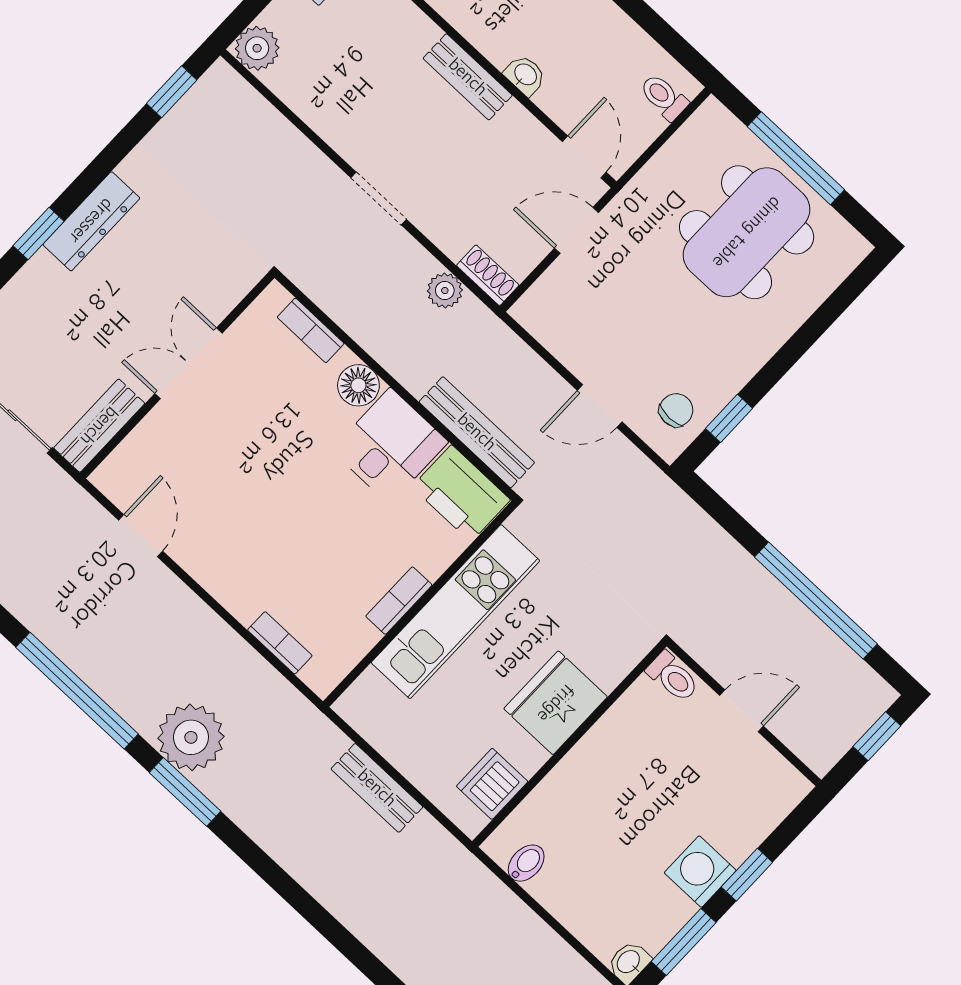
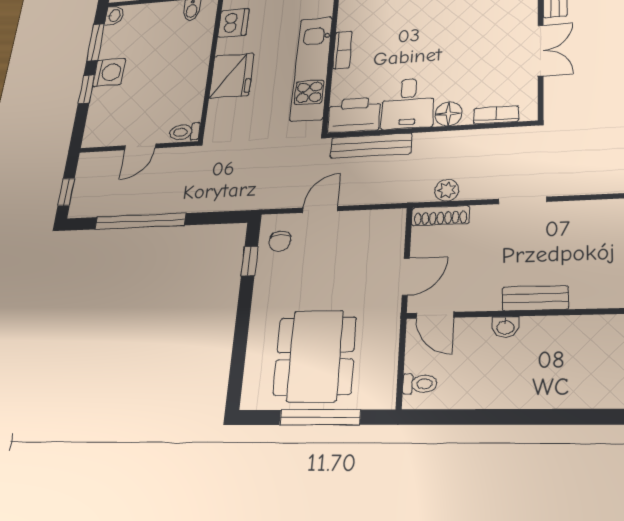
shoe rack: (488, 275) -> (440, 216), width x1.43

